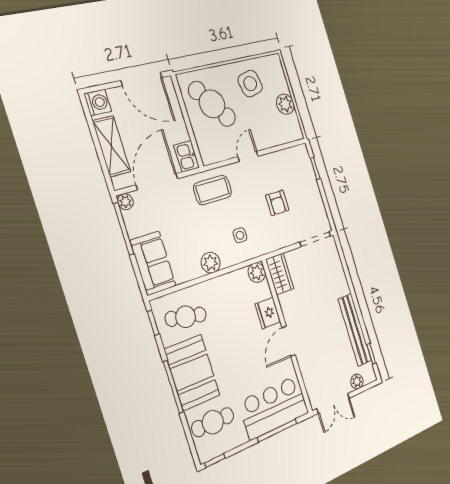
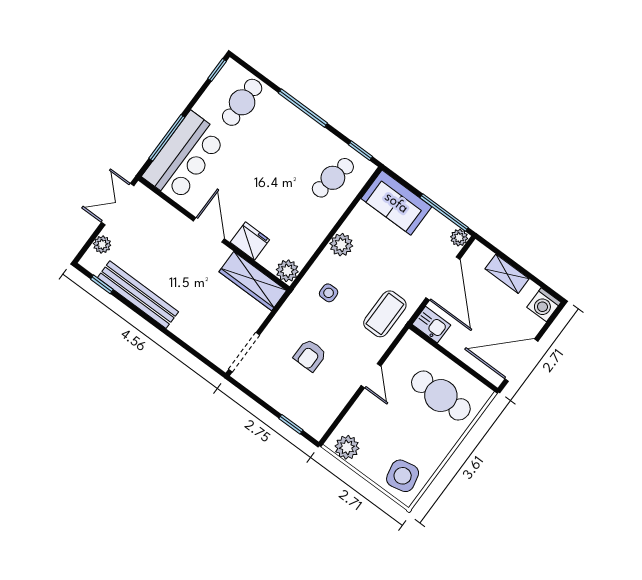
side table: (250, 84) -> (403, 476), moved
cafe table: (212, 104) -> (441, 396), turned 37
plant: (285, 104) -> (347, 447), moved
shelving: (111, 146) -> (507, 274), width x0.67, depth x0.75
armchair: (277, 203) -> (310, 355), turned -90
wardrobe: (280, 274) -> (253, 281), width x1.50
booth: (192, 372) -> (293, 133), removed

